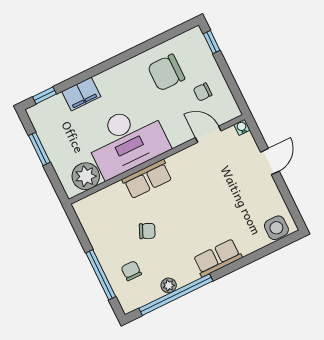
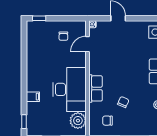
chair: (166, 73) -> (43, 51), removed
filing cabinet: (81, 94) -> (33, 97), width x0.50
chair: (131, 271) -> (108, 121), moved

